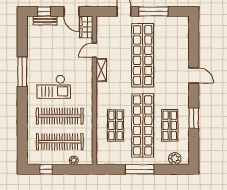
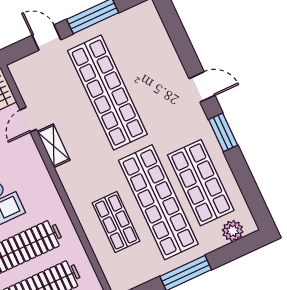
window: (194, 118) -> (223, 132), moved
shop shelf: (170, 125) -> (201, 183), width x1.43, depth x1.36

